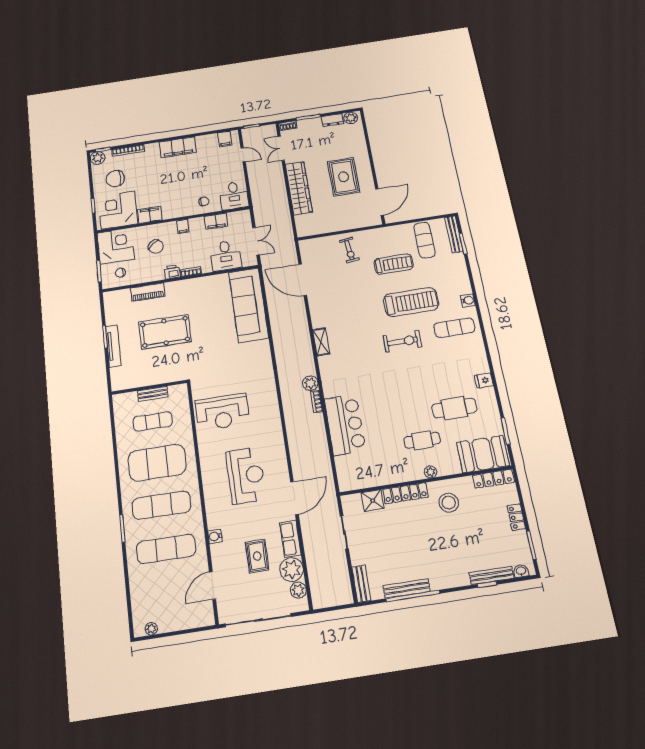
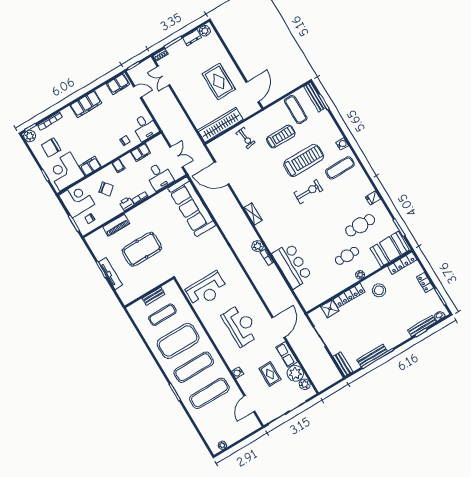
filing cabinet: (225, 139) -> (118, 84), width x2.00
wardrobe: (299, 188) -> (220, 125), moved, turned -90

